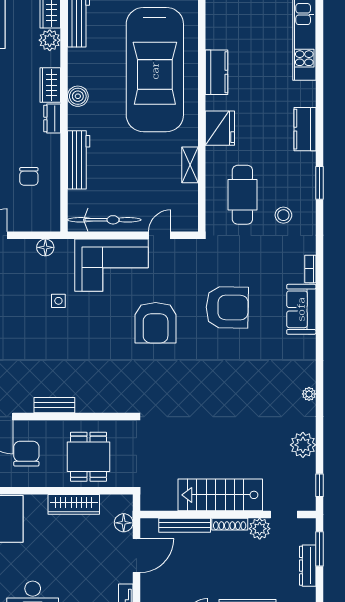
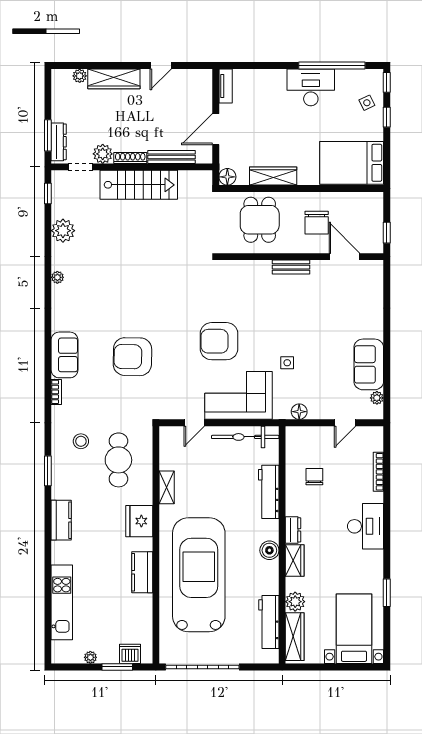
armchair: (156, 323) -> (219, 341), moved, turned -90
floor lamp: (124, 523) -> (227, 177), moved
dresser: (308, 566) -> (59, 142), moved

